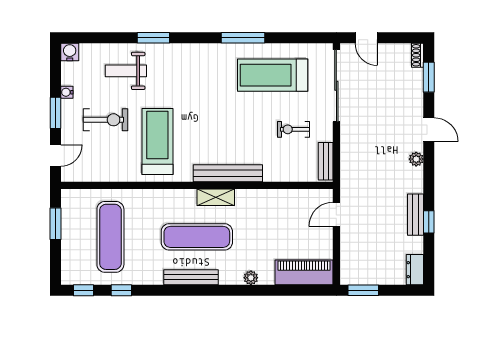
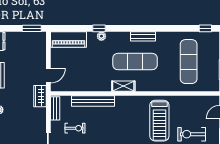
bench: (228, 173) -> (93, 101), moved
wardrobe: (350, 181) -> (40, 96), added
bench: (191, 277) -> (143, 36), width x0.73
window: (121, 290) -> (99, 28), moved

